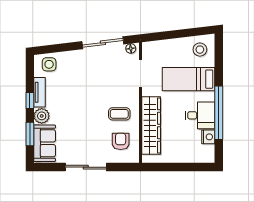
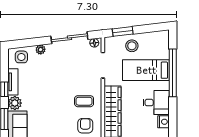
window: (163, 36) -> (123, 31), added
stool: (200, 50) -> (132, 46), moved
plant: (71, 56) -> (41, 50), added
window: (219, 113) -> (173, 73), moved

